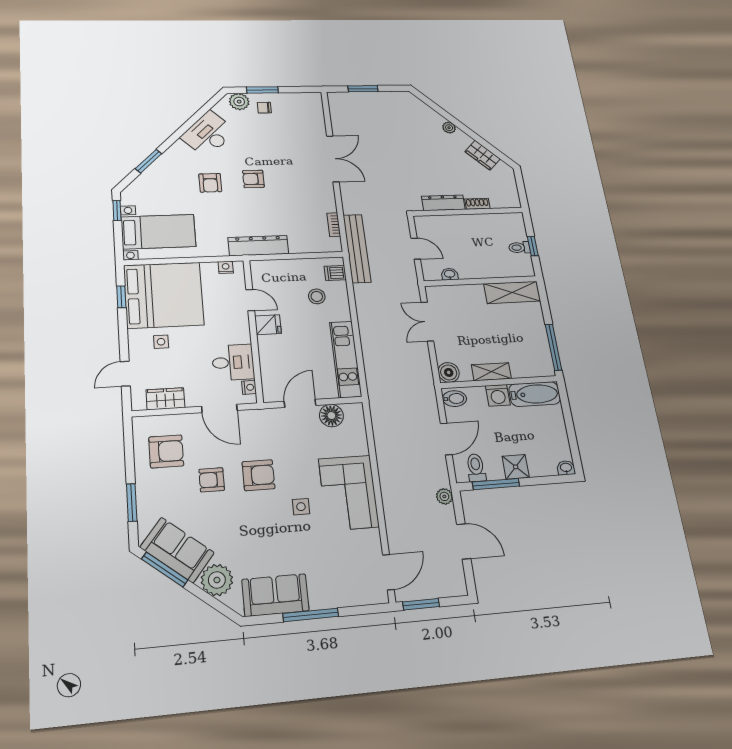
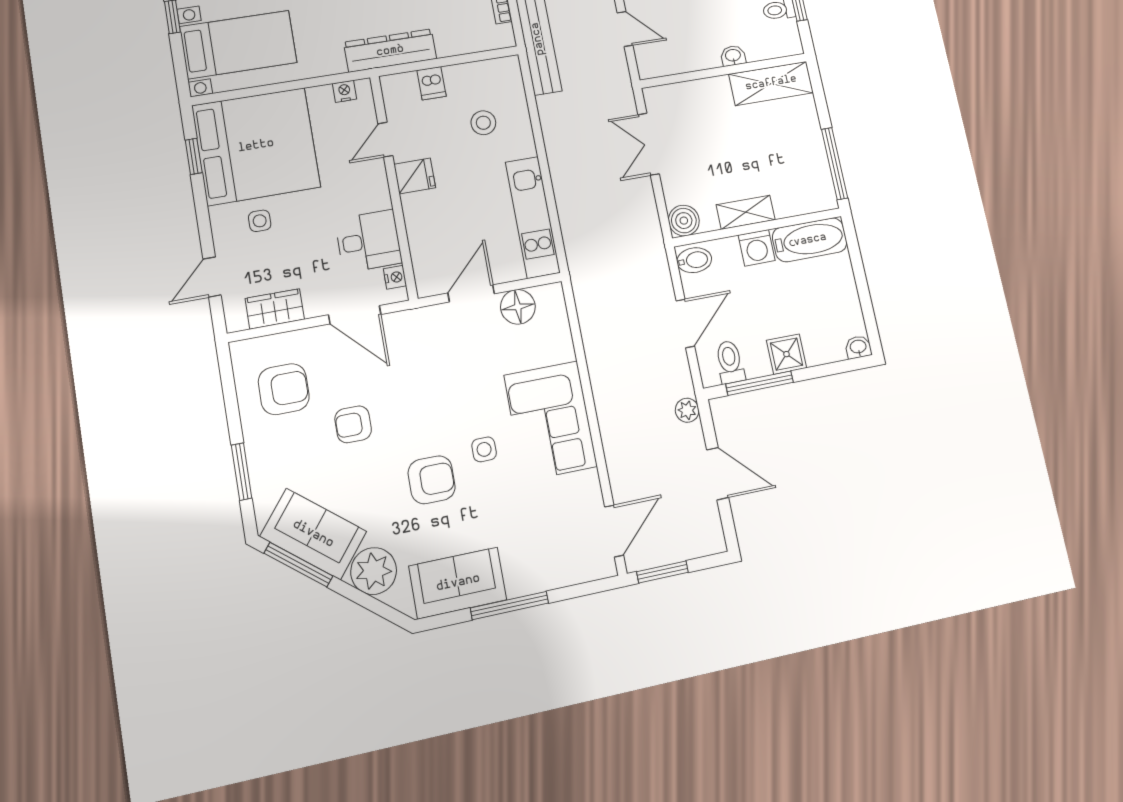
dishwasher: (335, 273) -> (432, 83), moved, turned -90
washbasin: (450, 274) -> (733, 56), moved
door: (250, 300) -> (385, 140), swing flipped
armchair: (258, 475) -> (432, 480), moved

